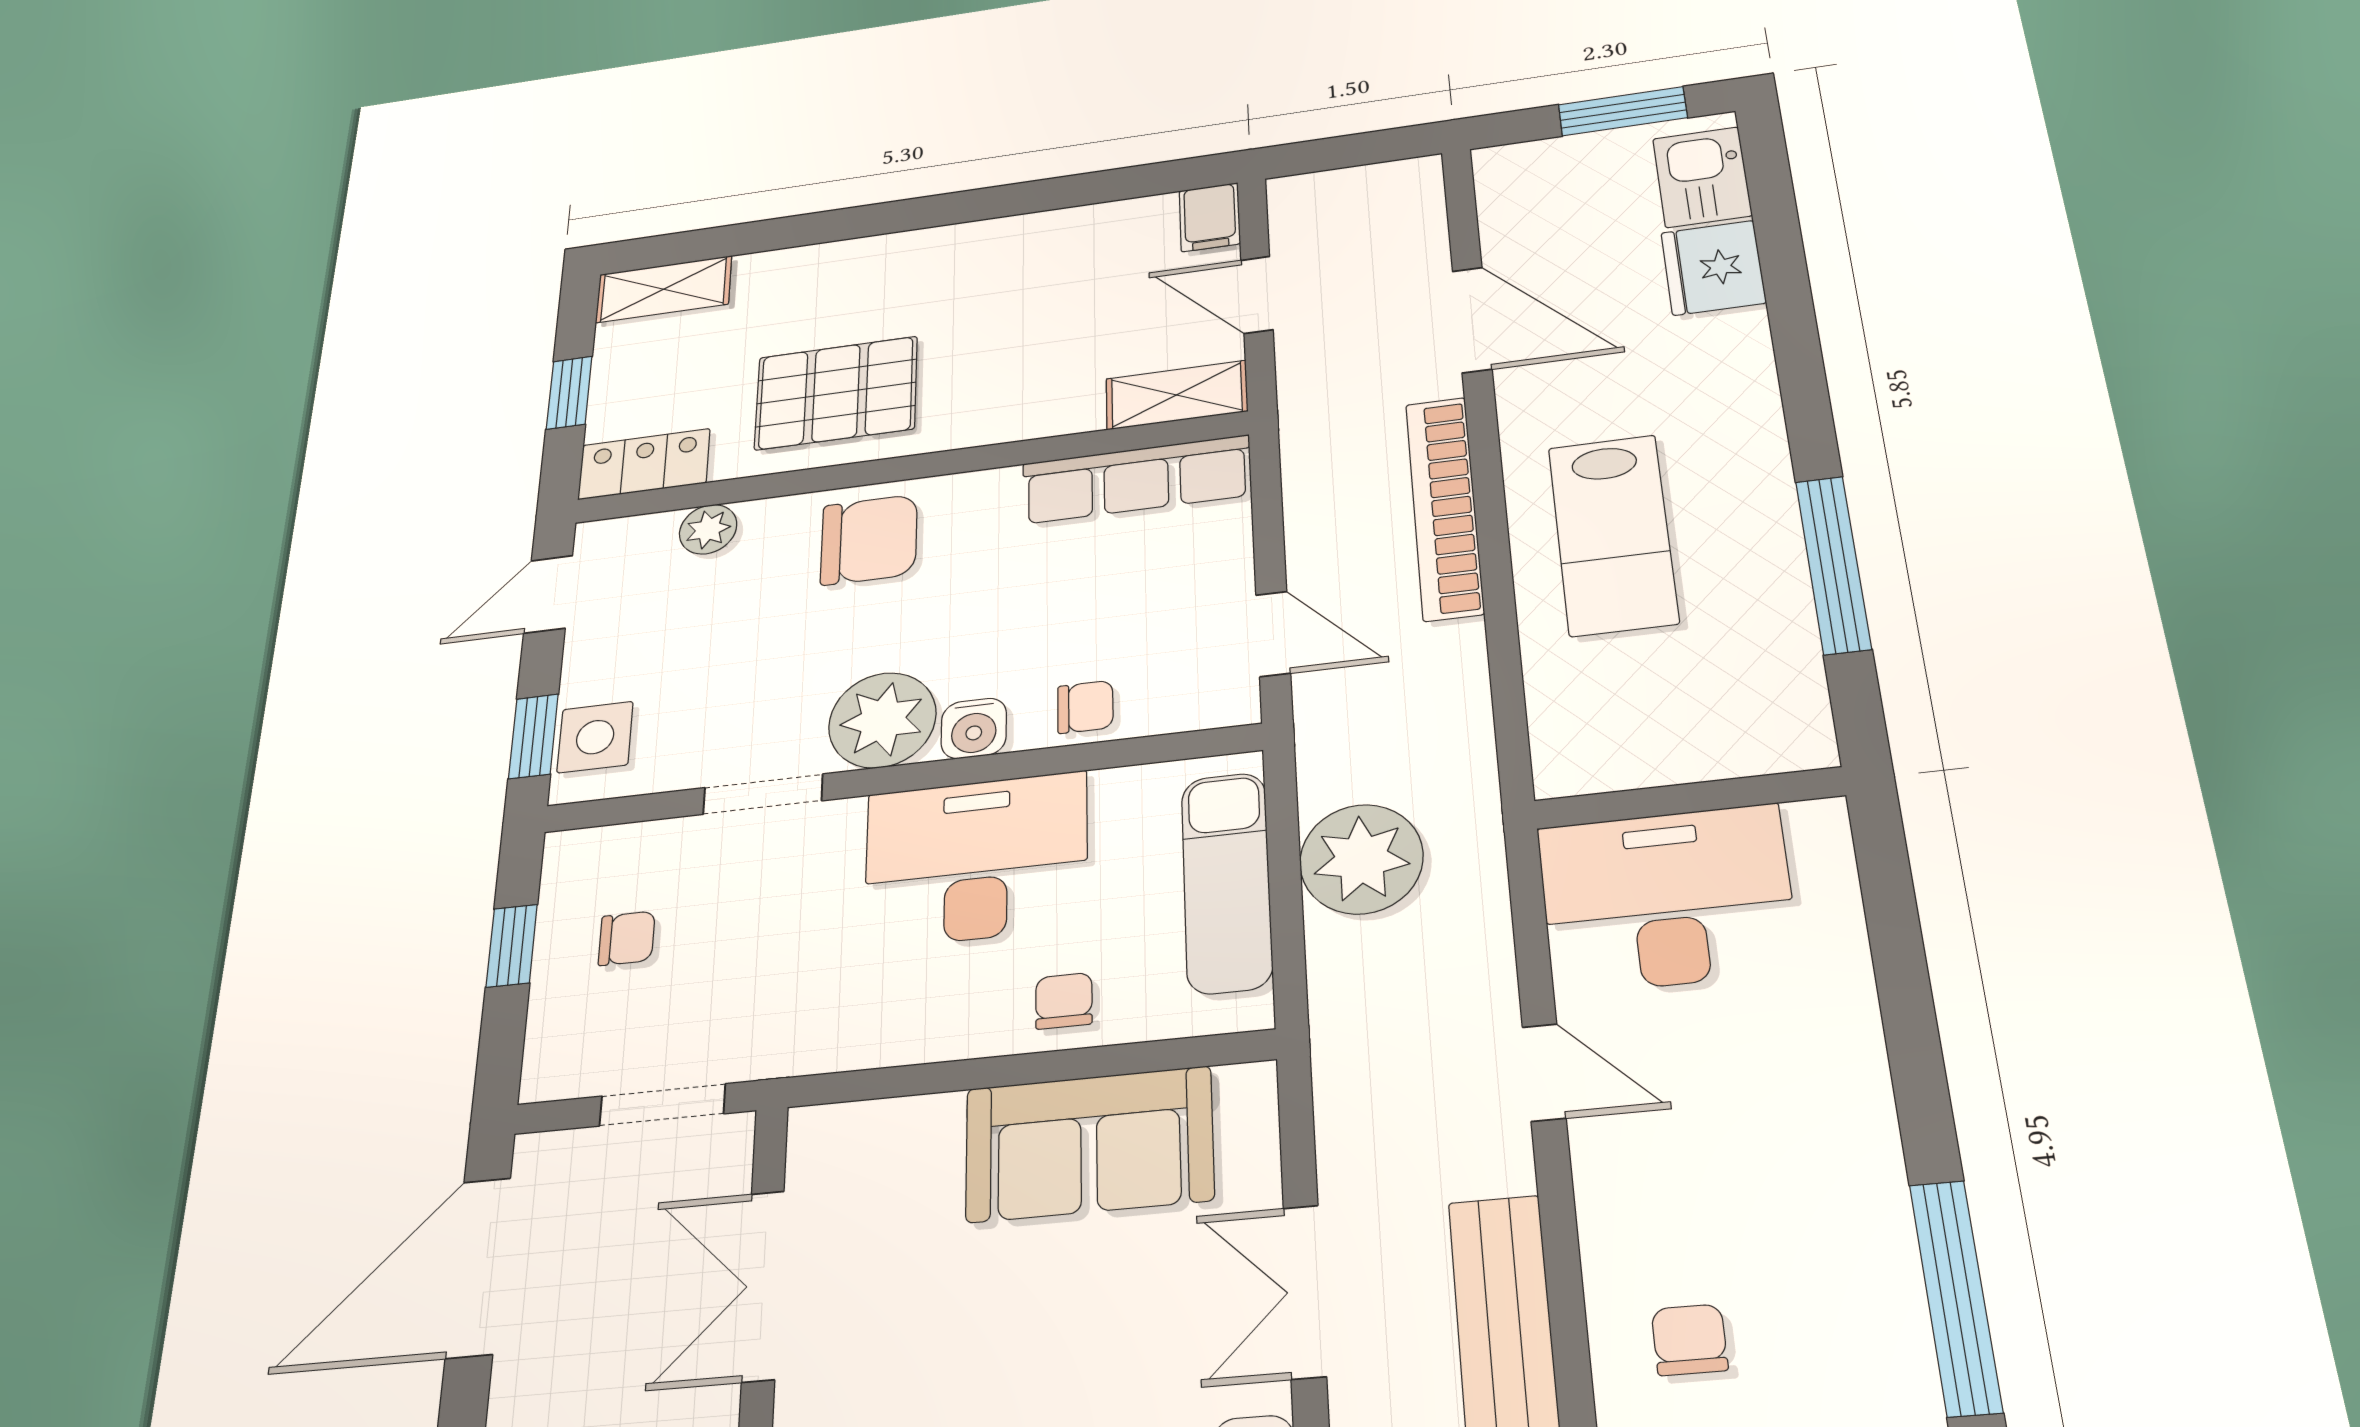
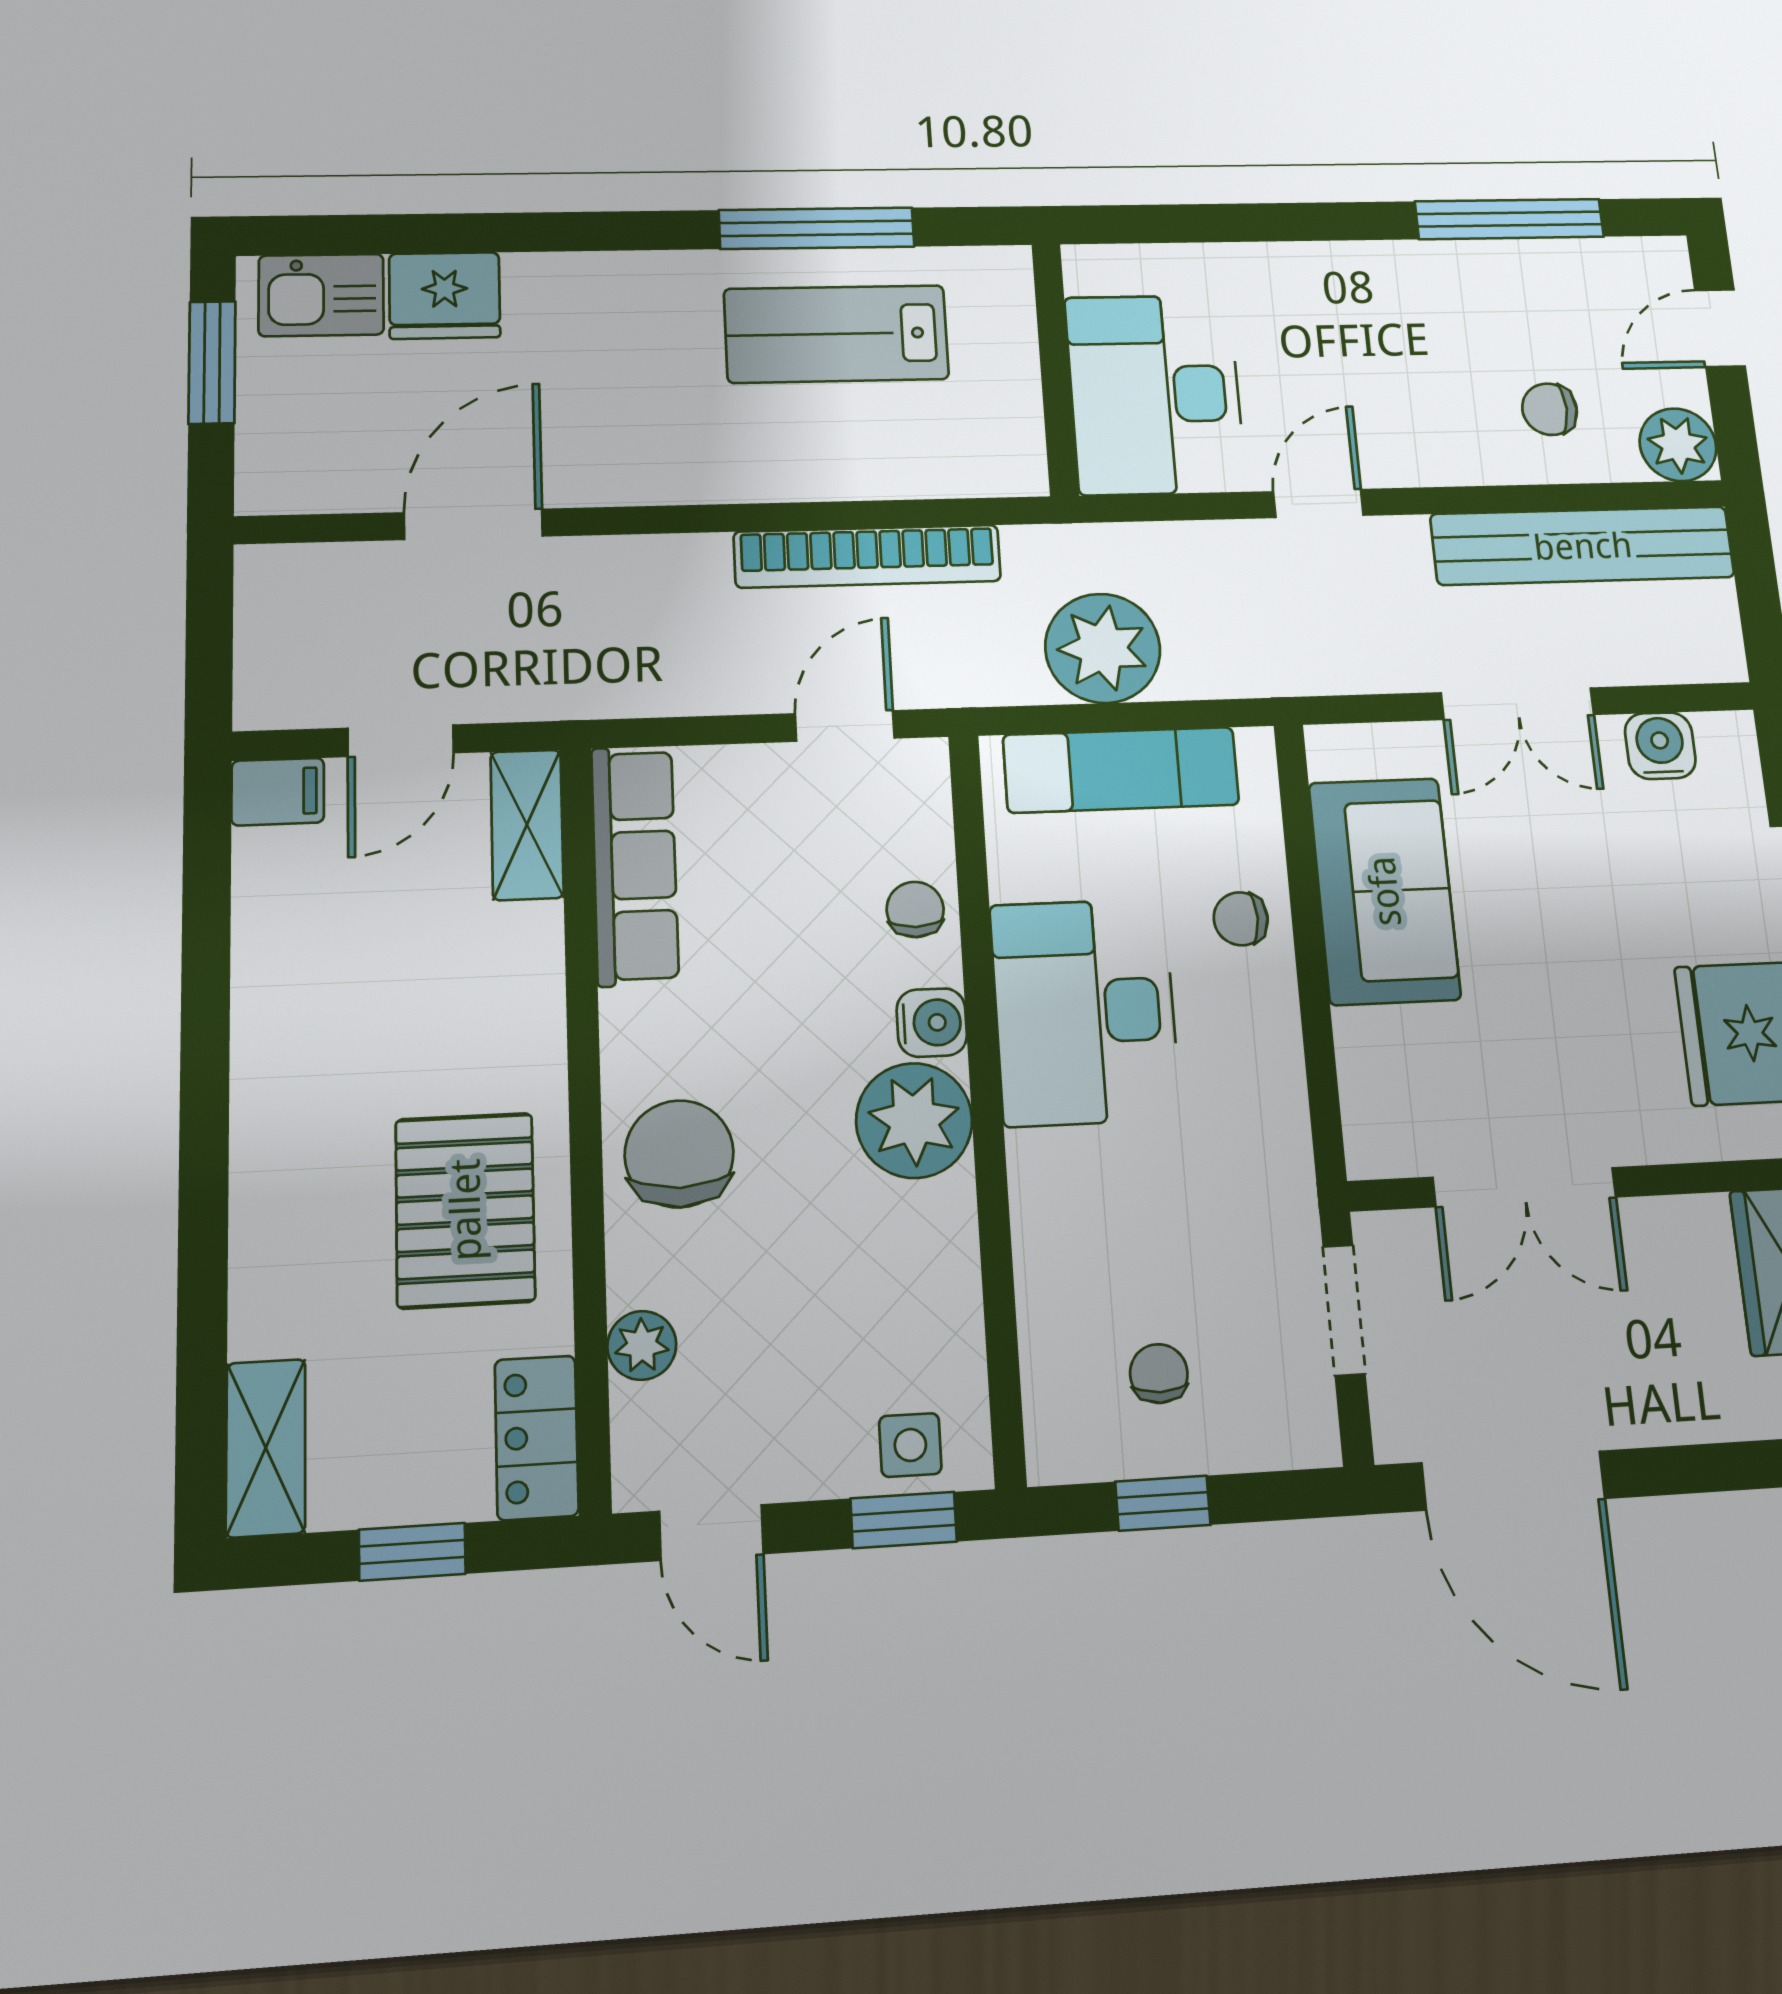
bookcase: (1444, 507) -> (867, 556), moved
lab bench: (1613, 534) -> (836, 334), moved, turned 180
side table: (595, 737) -> (910, 1445), width x0.73, depth x0.73
doorway: (763, 794) -> (995, 1243), removed

